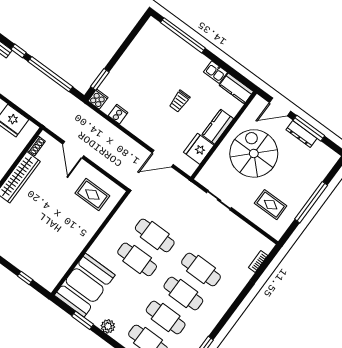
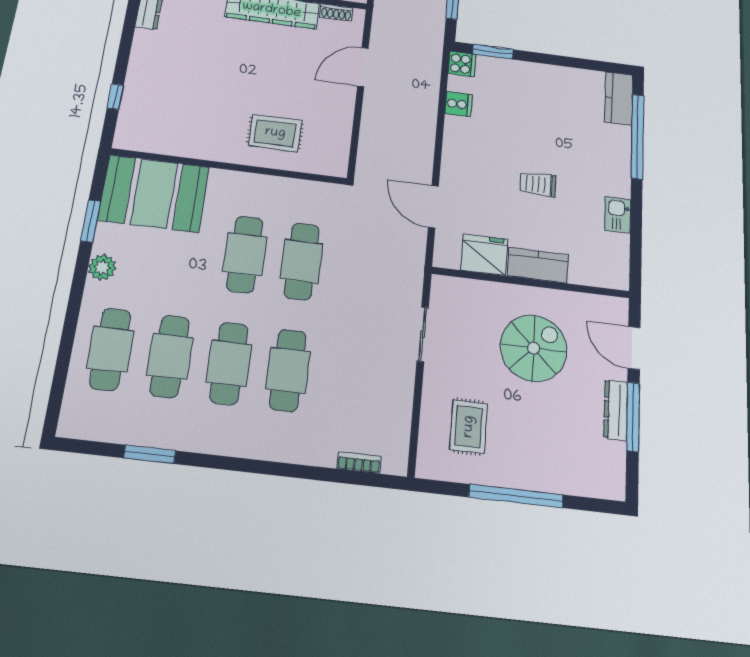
kitchen counter: (236, 88) -> (619, 99), moved
spiral stairs: (254, 153) -> (534, 348), width x0.73, depth x0.73
rug: (92, 195) -> (275, 133), moved, turned 90

